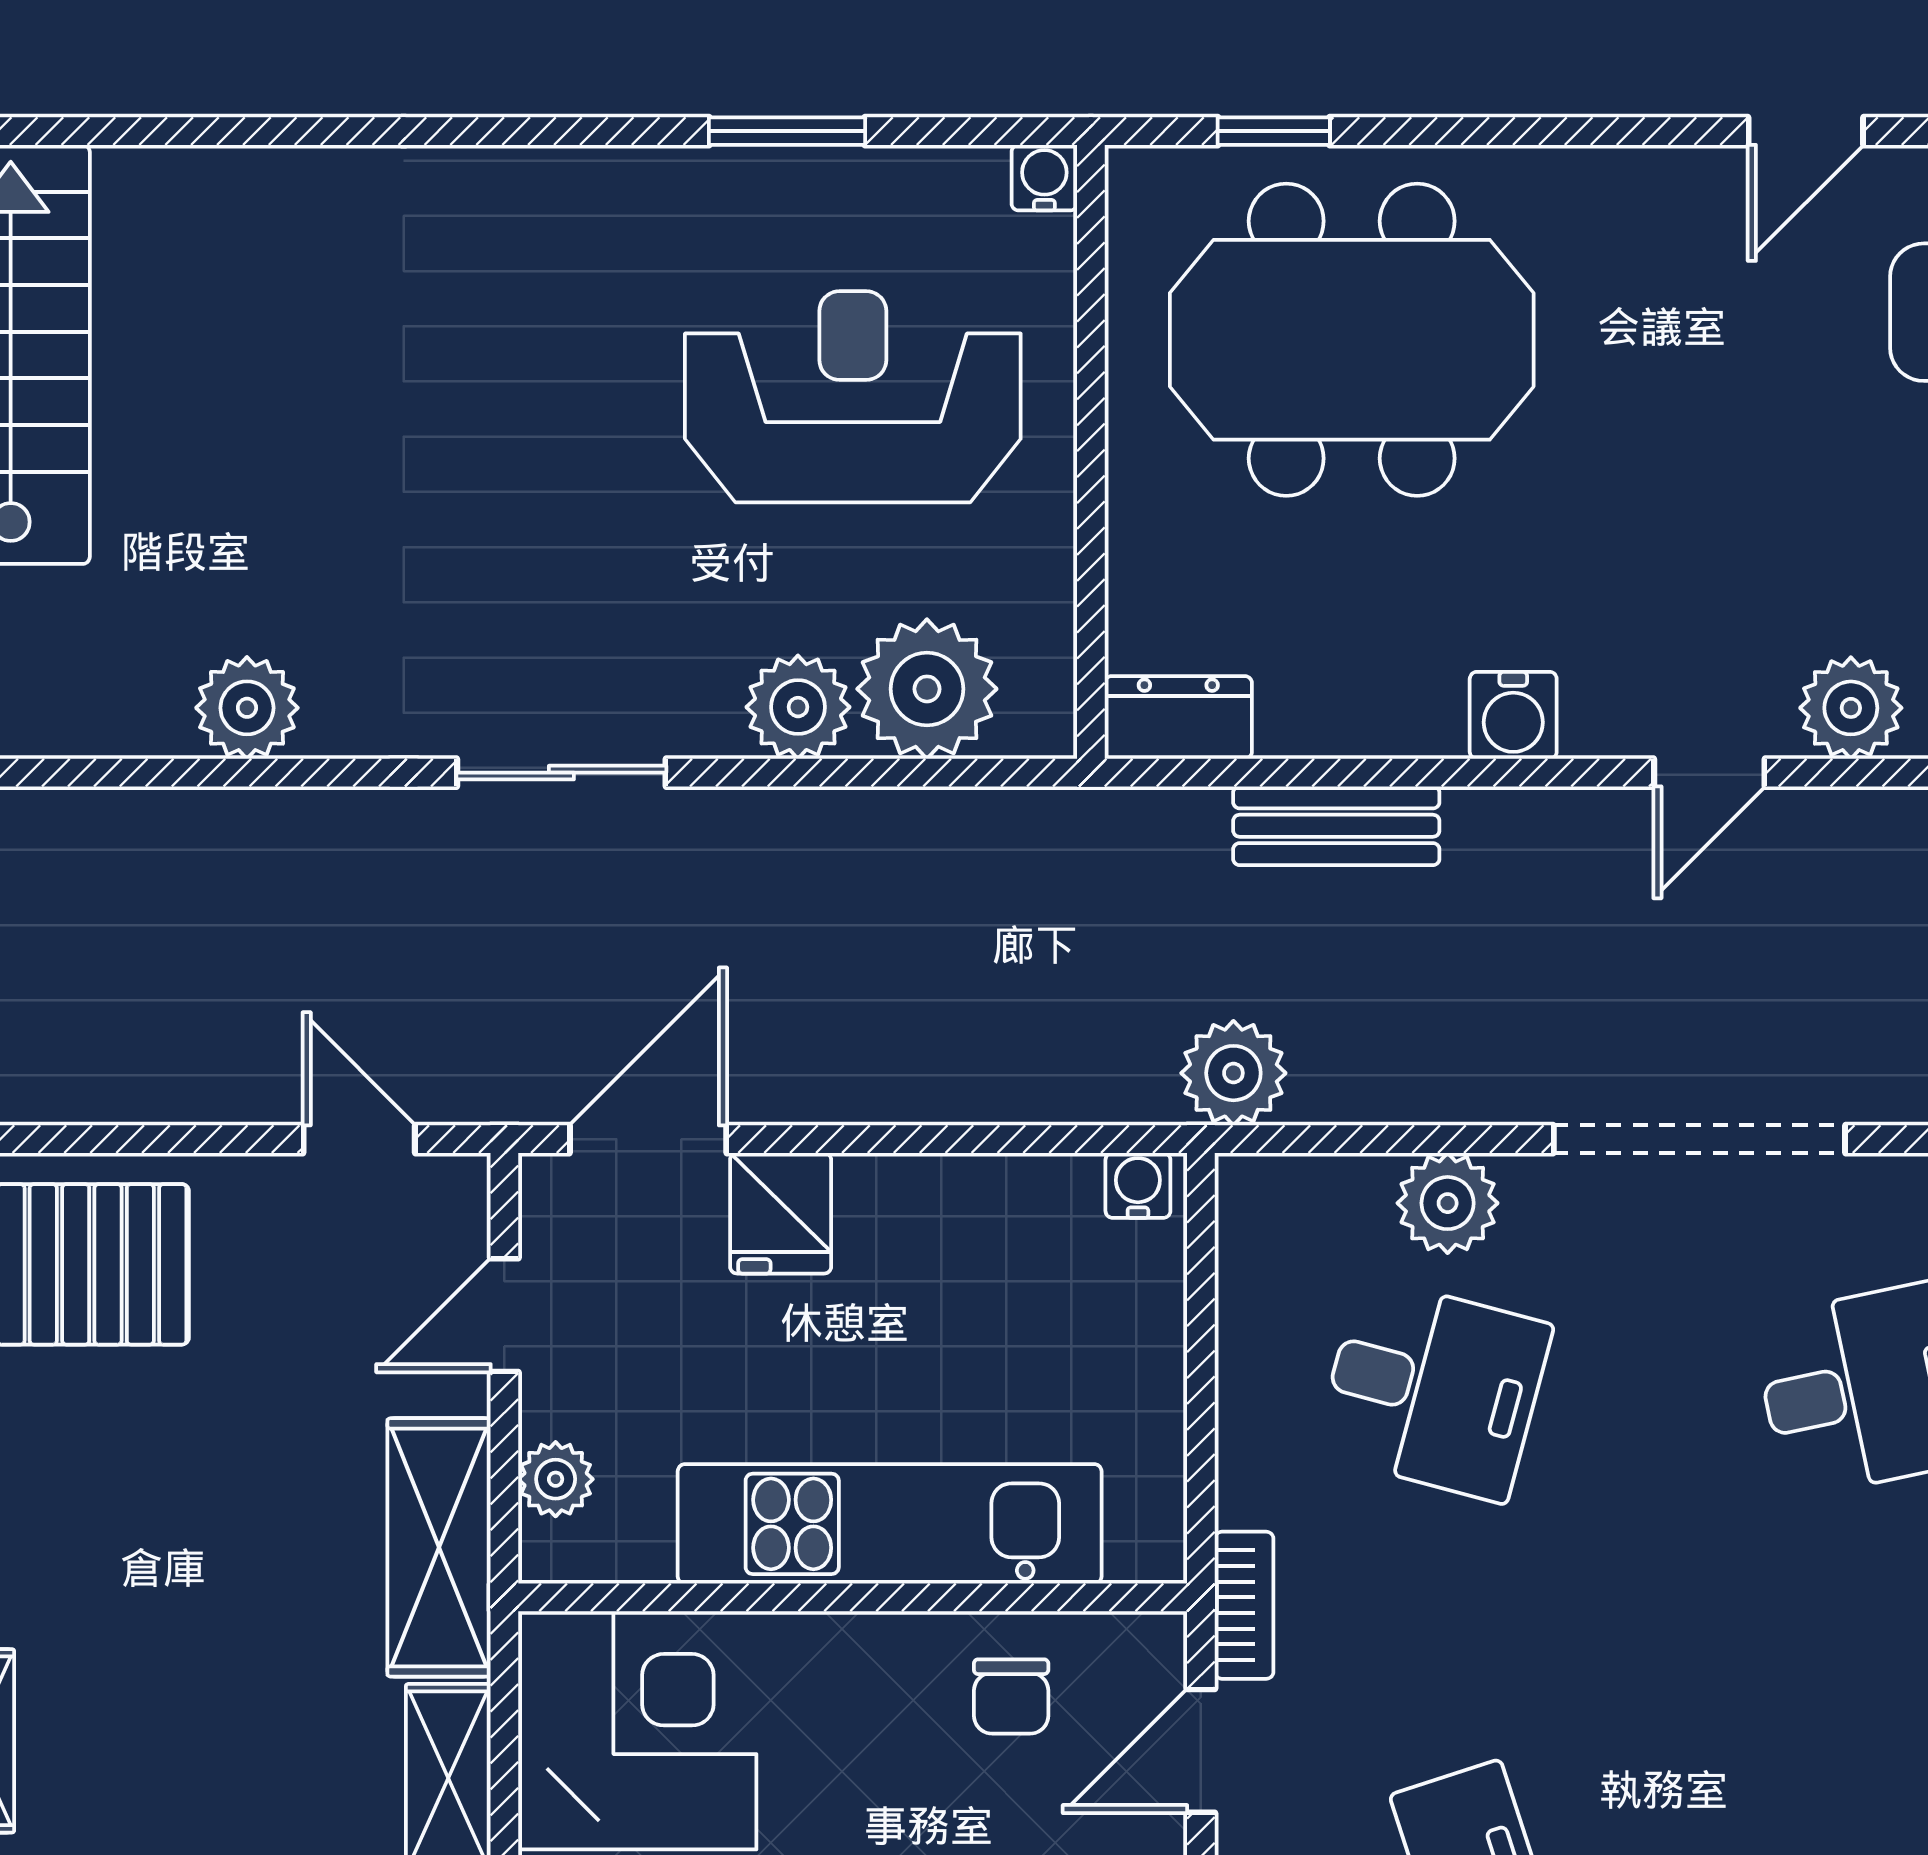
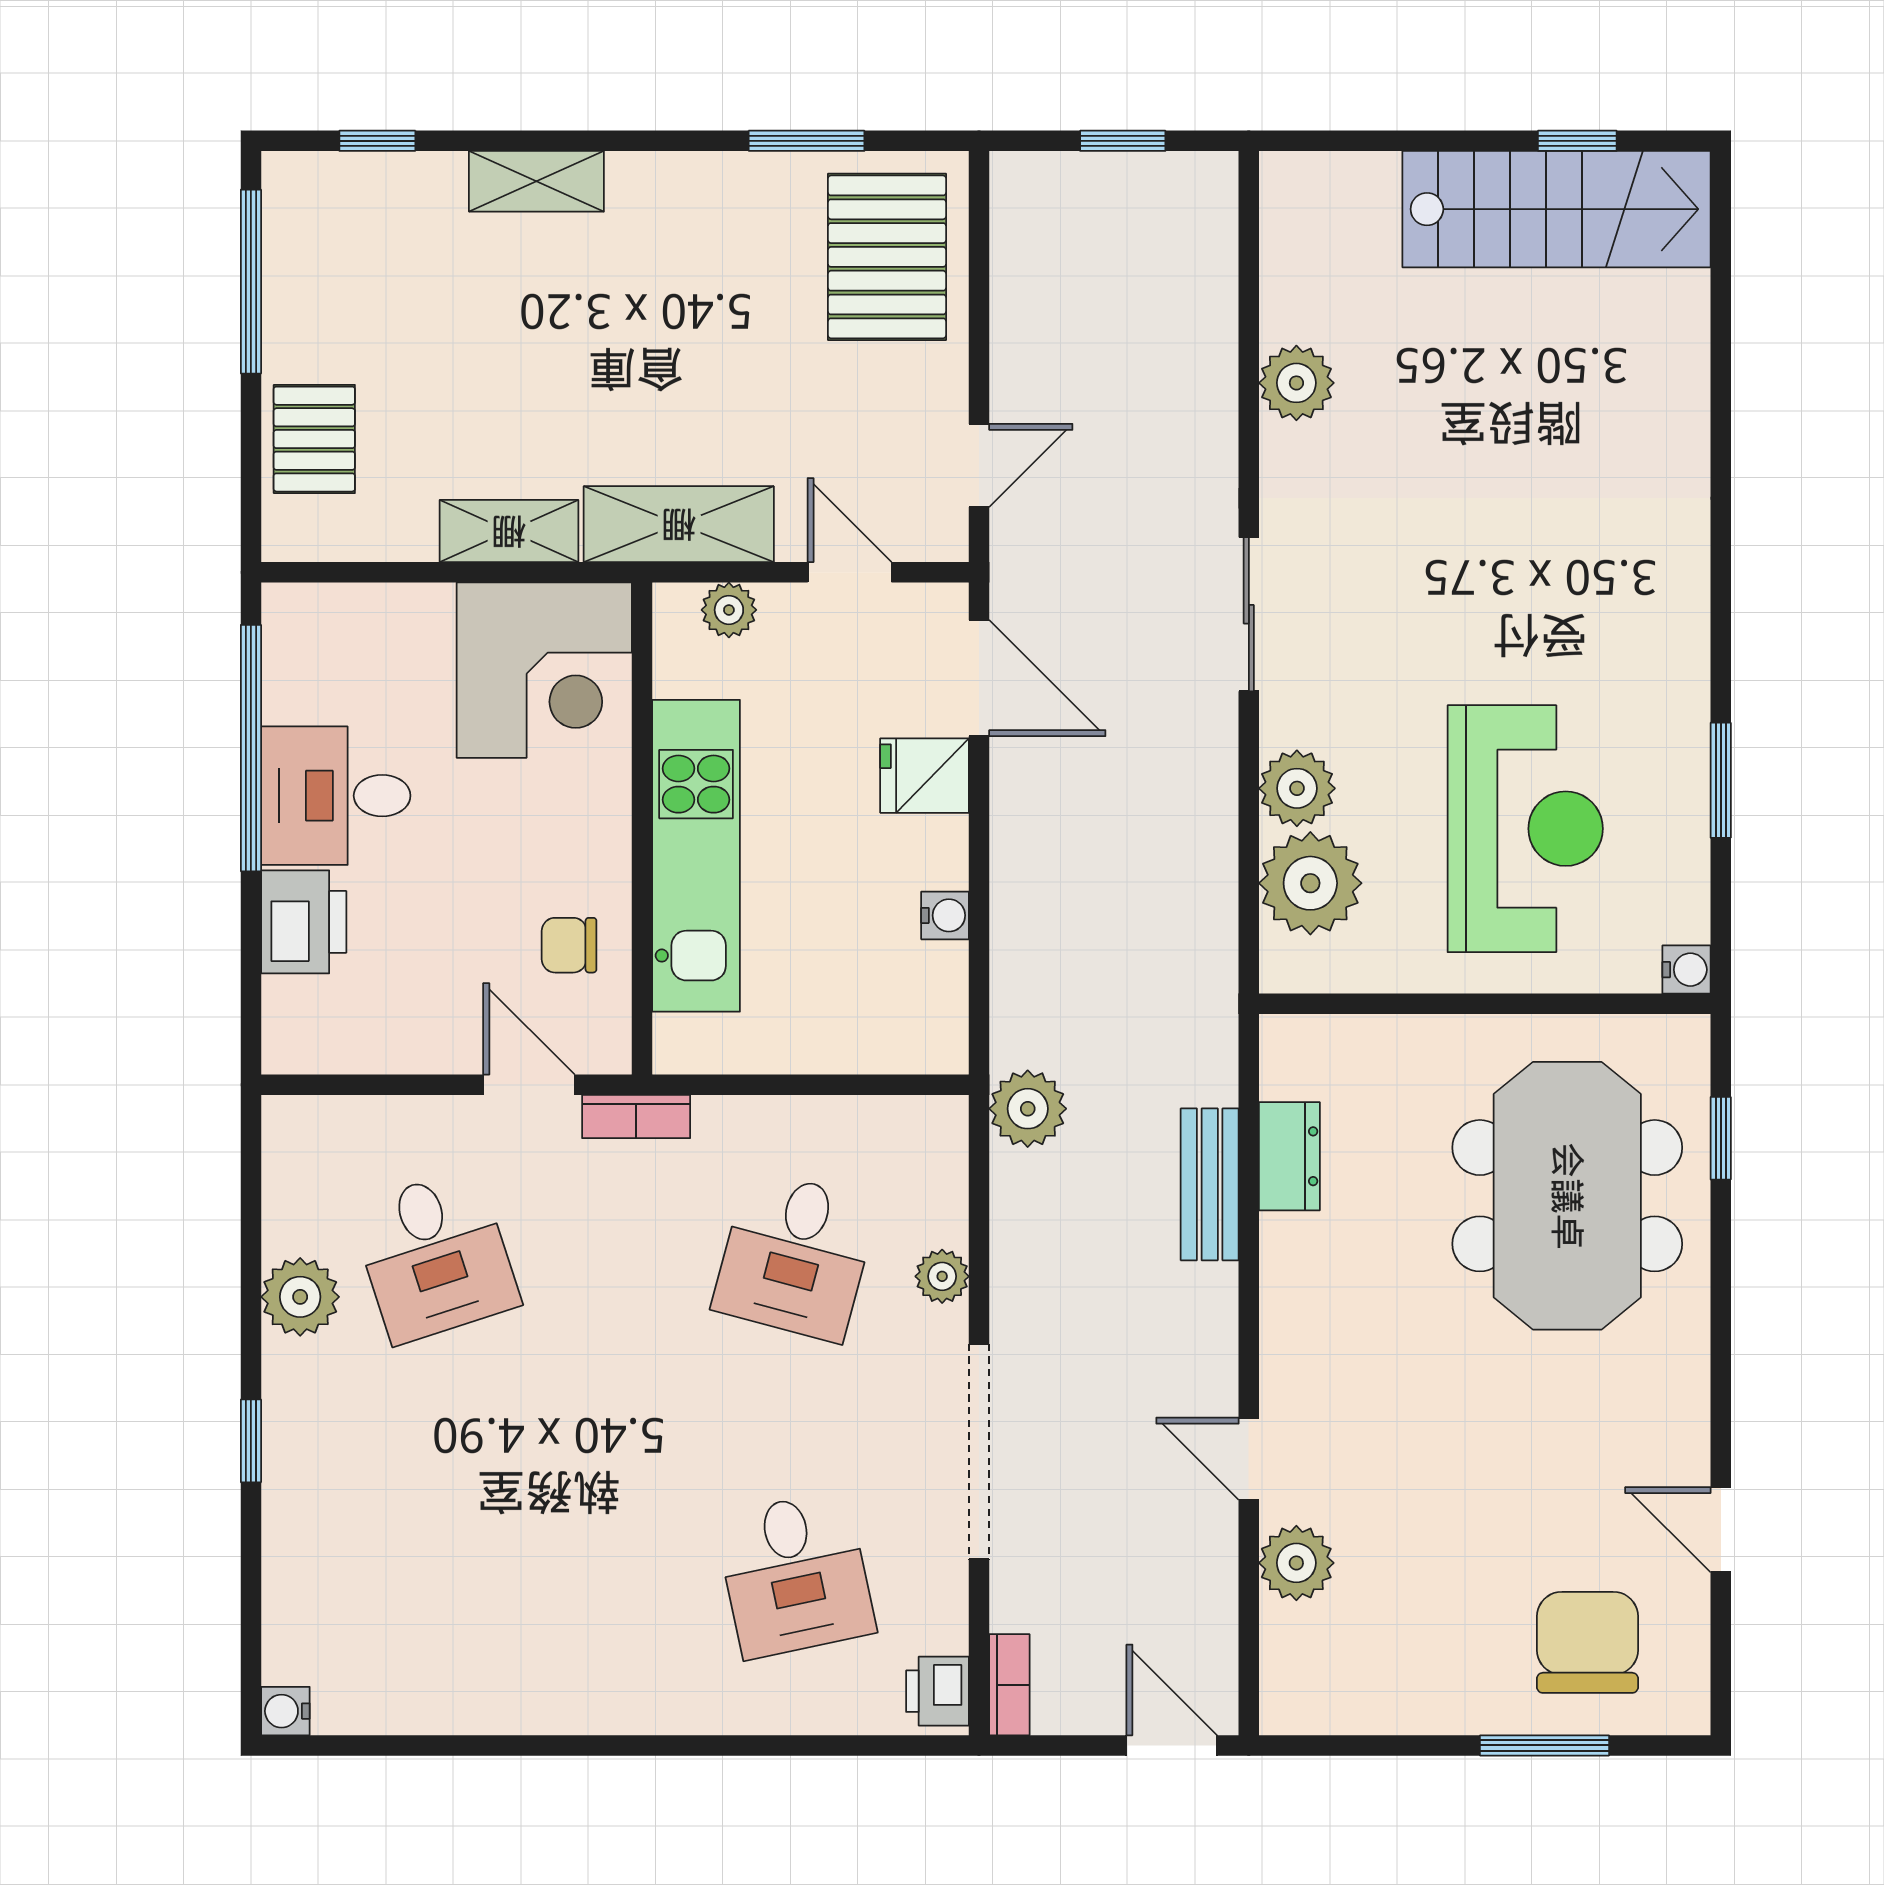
water cooler: (1513, 715) -> (1291, 1315), removed
dresser: (1178, 717) -> (1289, 1156), moved
water cooler: (1138, 1185) -> (945, 915), moved
plant: (1448, 1203) -> (942, 1276), width x0.73, depth x0.73

